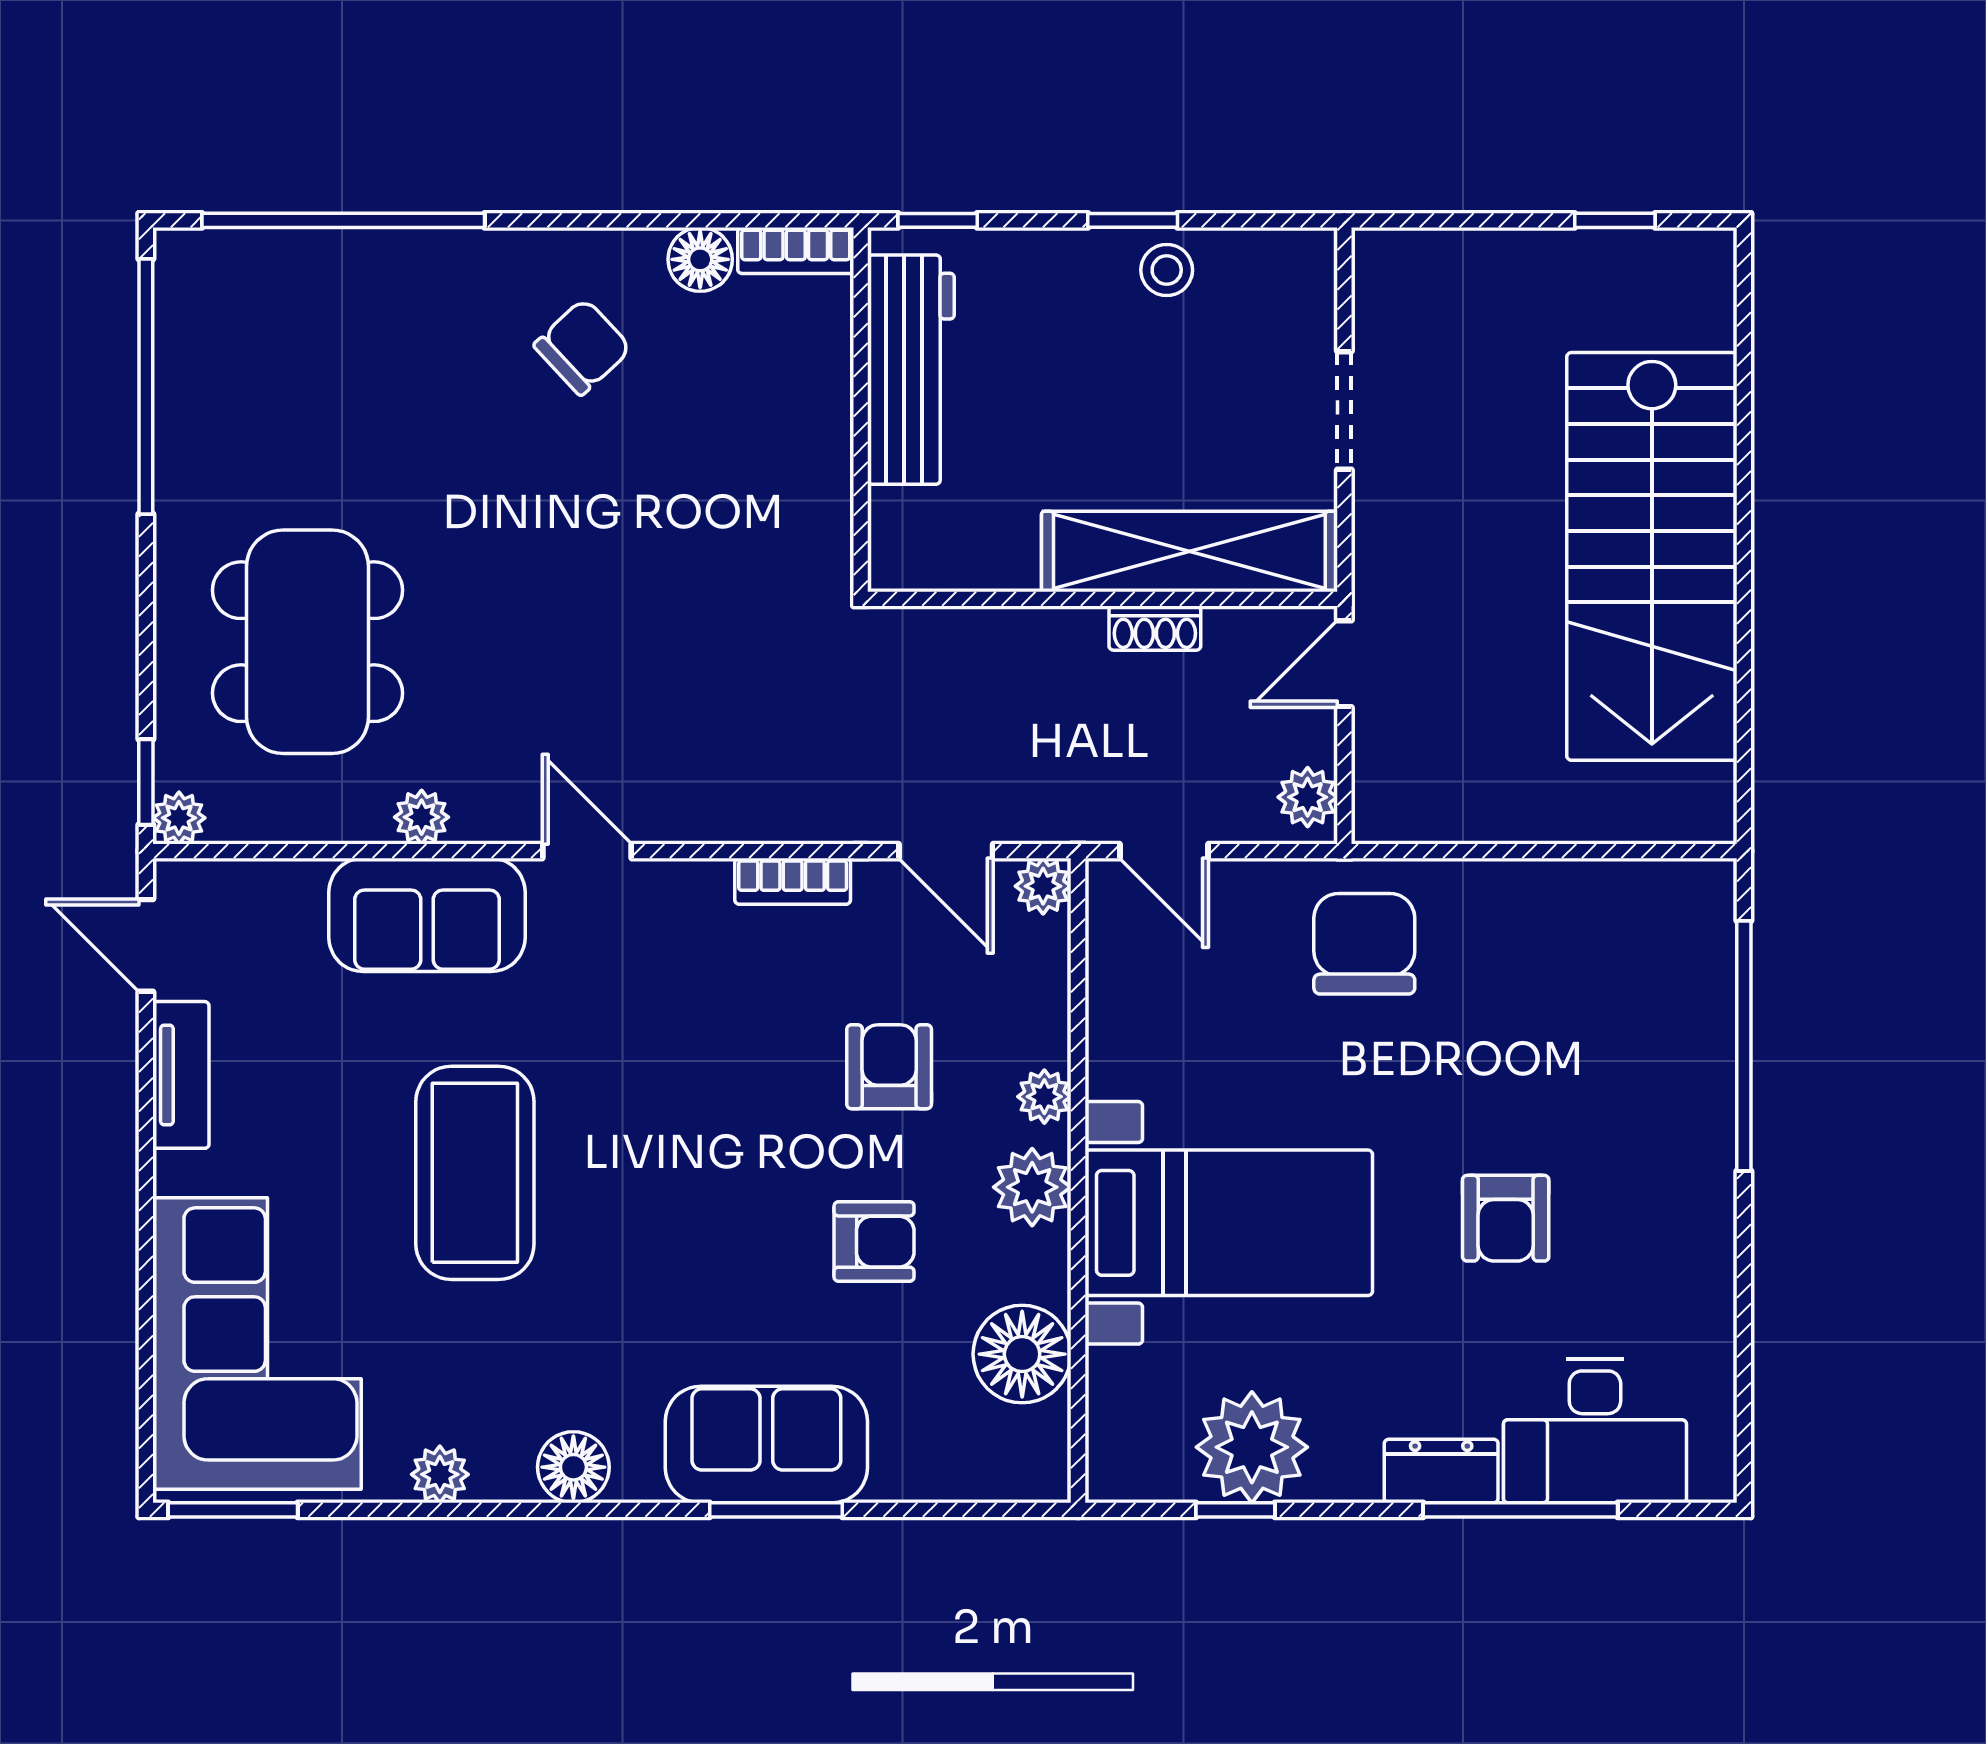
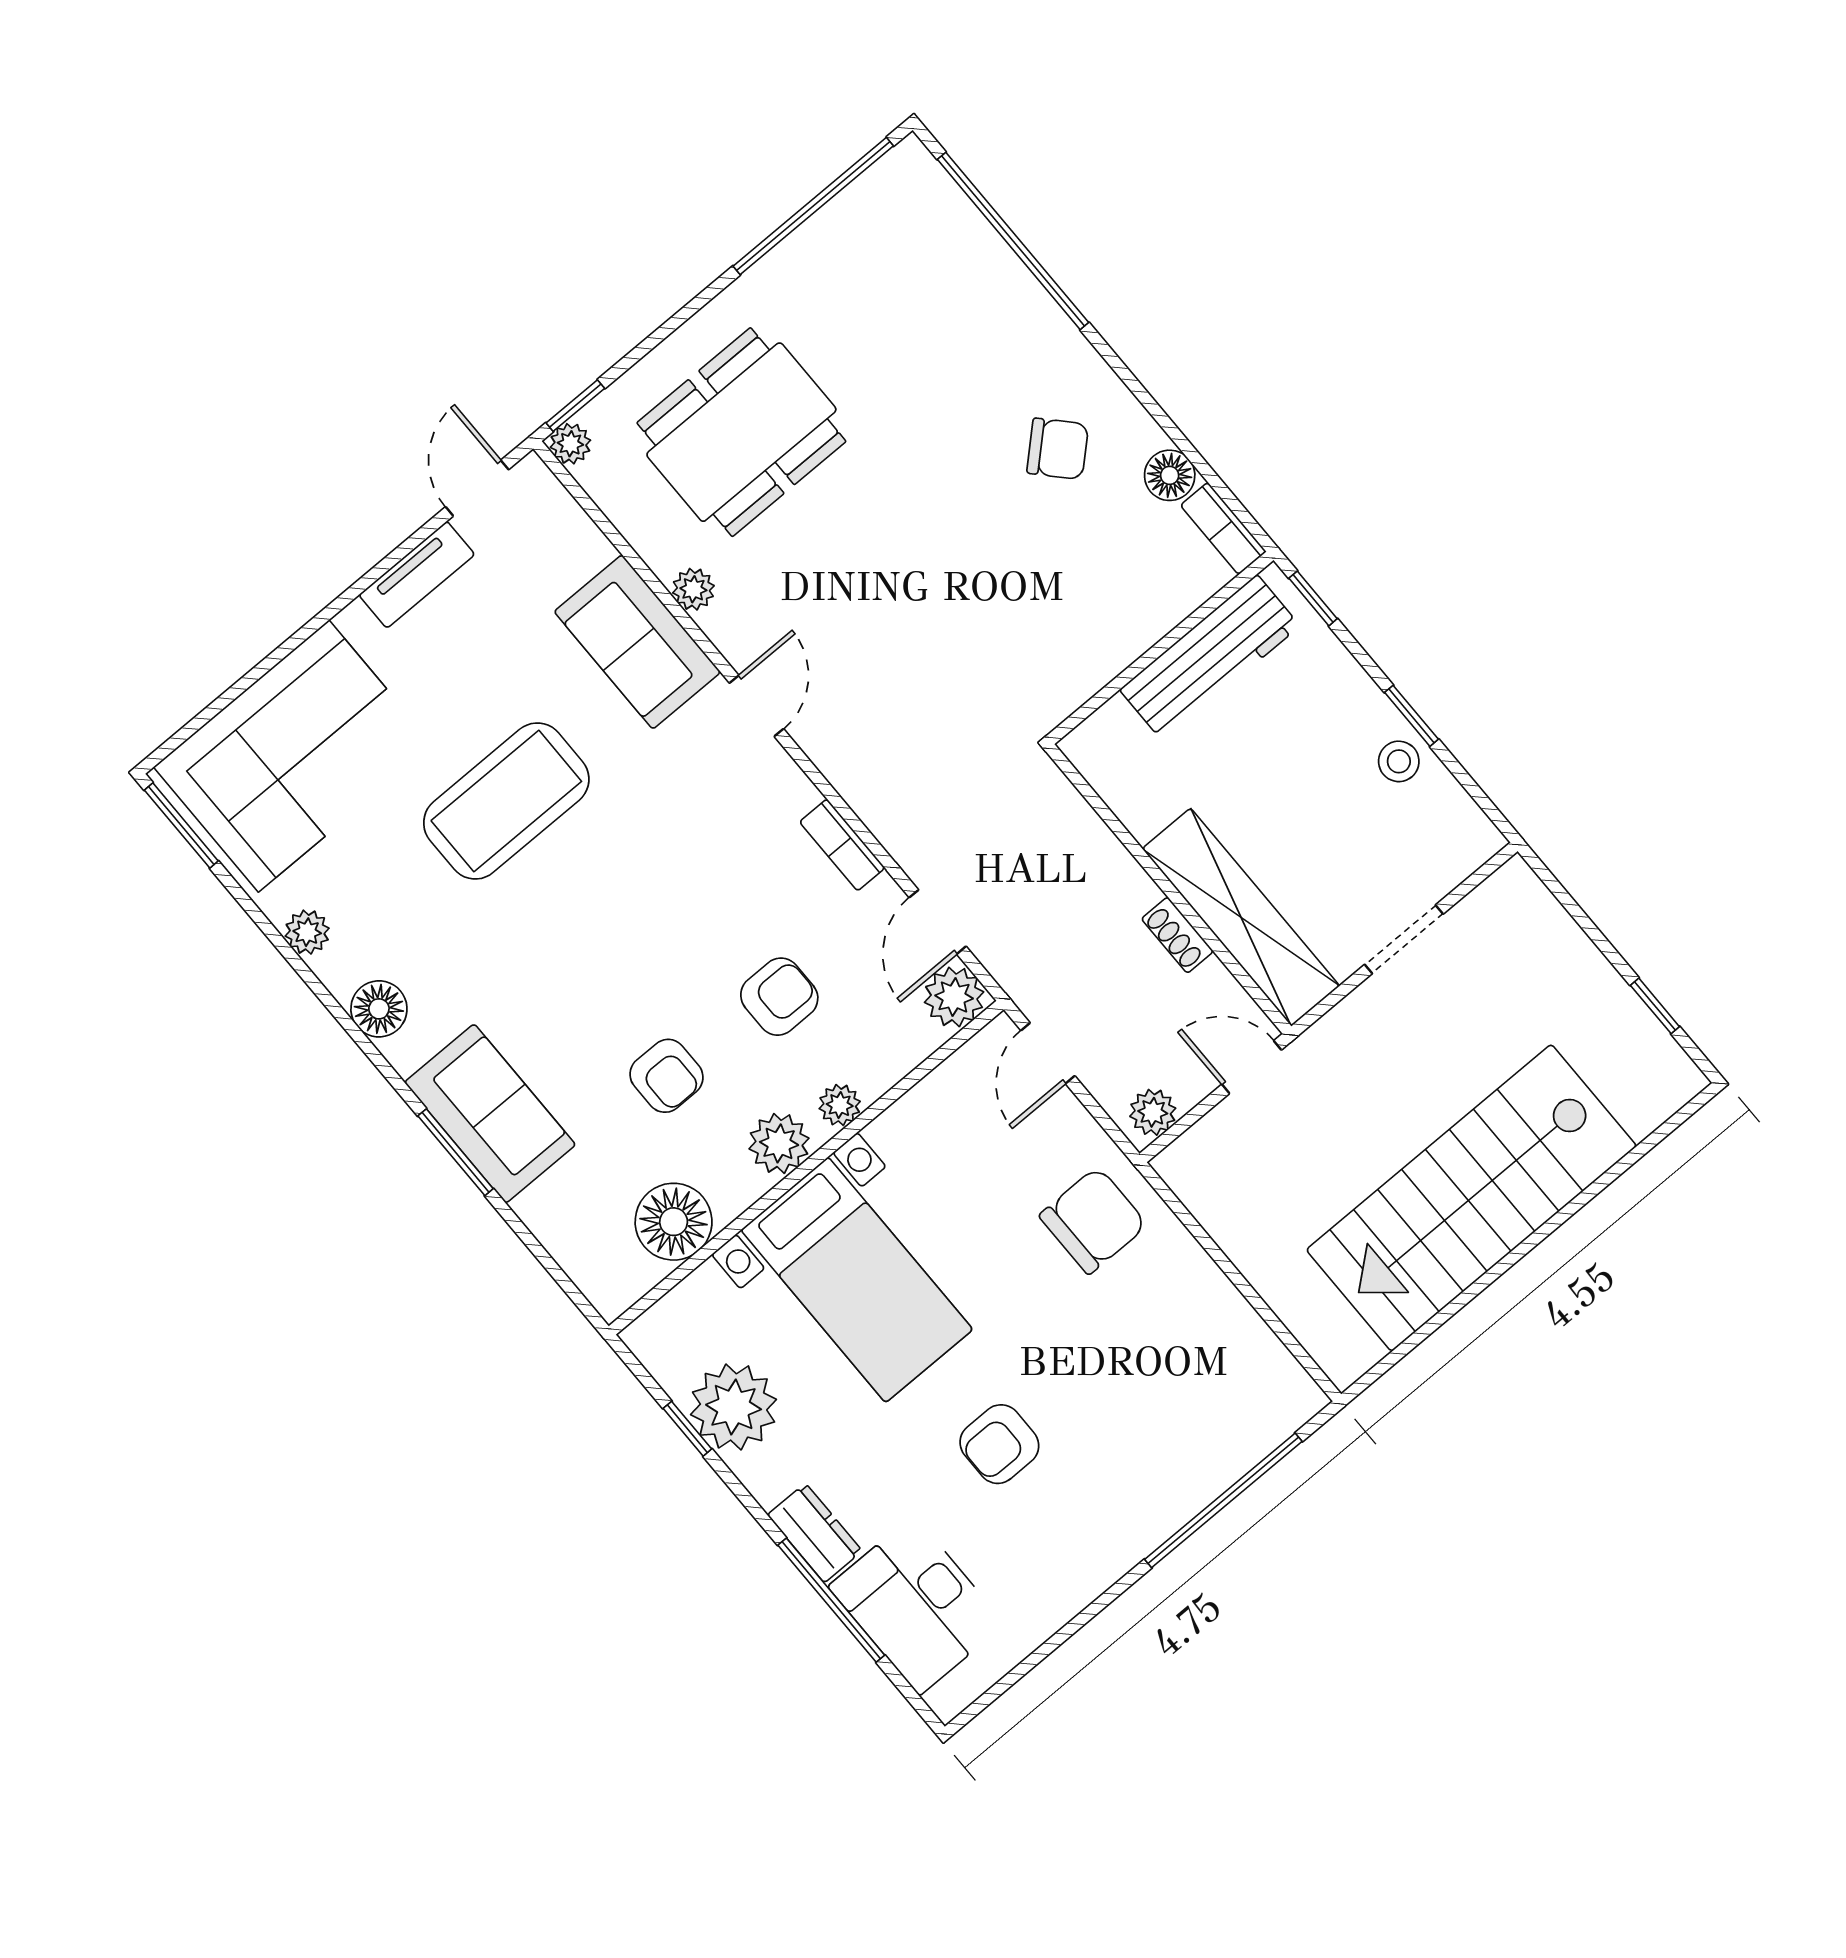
plant: (1043, 886) -> (954, 997), width x1.38, depth x1.38

